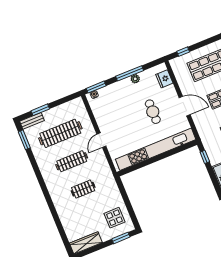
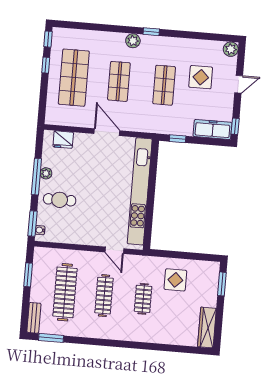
window: (183, 52) -> (46, 65), moved
door: (185, 106) -> (107, 132), hinge flipped
window: (40, 110) -> (28, 275), moved
cafe table: (153, 112) -> (60, 200), moved
door: (101, 140) -> (114, 250), moved
display table: (114, 218) -> (175, 280), moved

